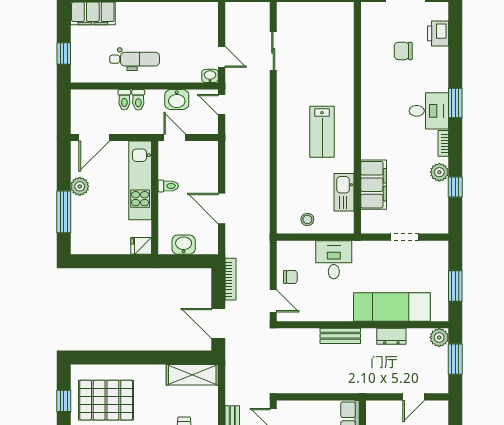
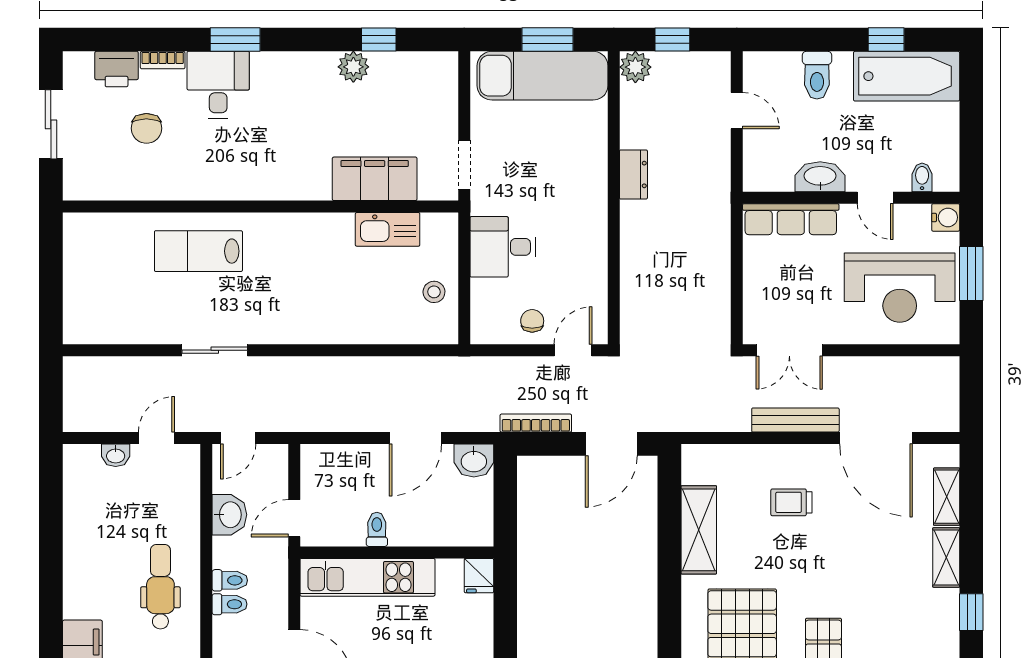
sliding door: (273, 51) -> (215, 350), moved
washbasin: (210, 76) -> (116, 455), moved, turned -90
desk: (429, 111) -> (218, 85), moved
lab bench: (322, 132) -> (198, 251), moved, turned 180
bookcase: (443, 143) -> (163, 60), moved
doorway: (405, 237) -> (464, 165), moved
washbasin: (184, 245) -> (474, 461), moved, turned -90
exam couch: (392, 307) -> (542, 76), moved, turned -90
bench: (340, 336) -> (633, 236), removed
dresser: (391, 336) -> (633, 174), moved
window: (455, 359) -> (672, 39), width x0.67
shelving: (192, 375) -> (699, 530), moved

